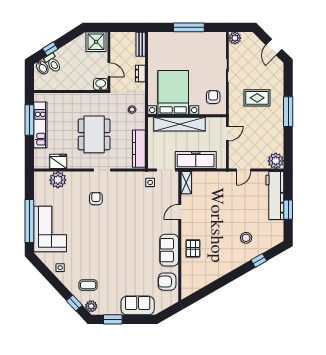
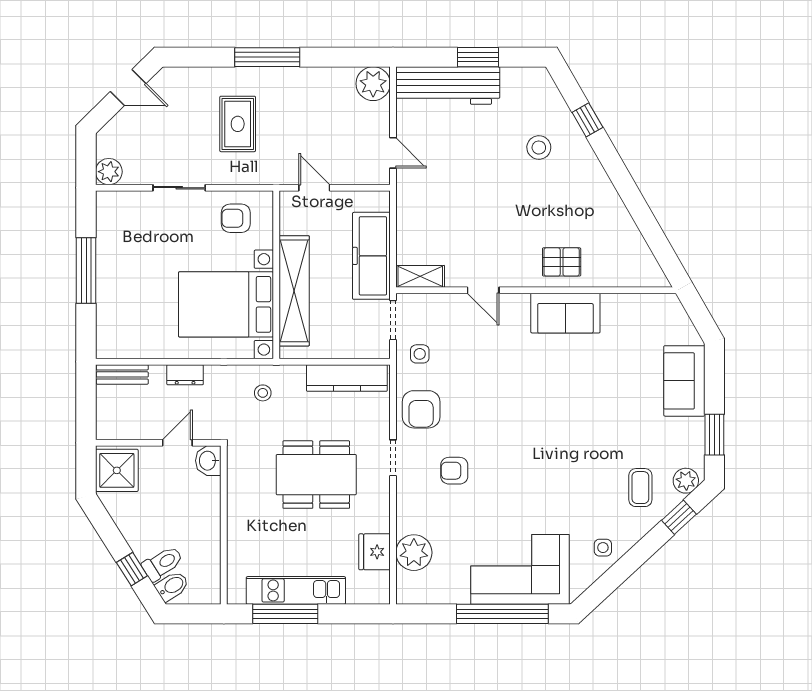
armchair: (167, 282) -> (421, 409), moved

